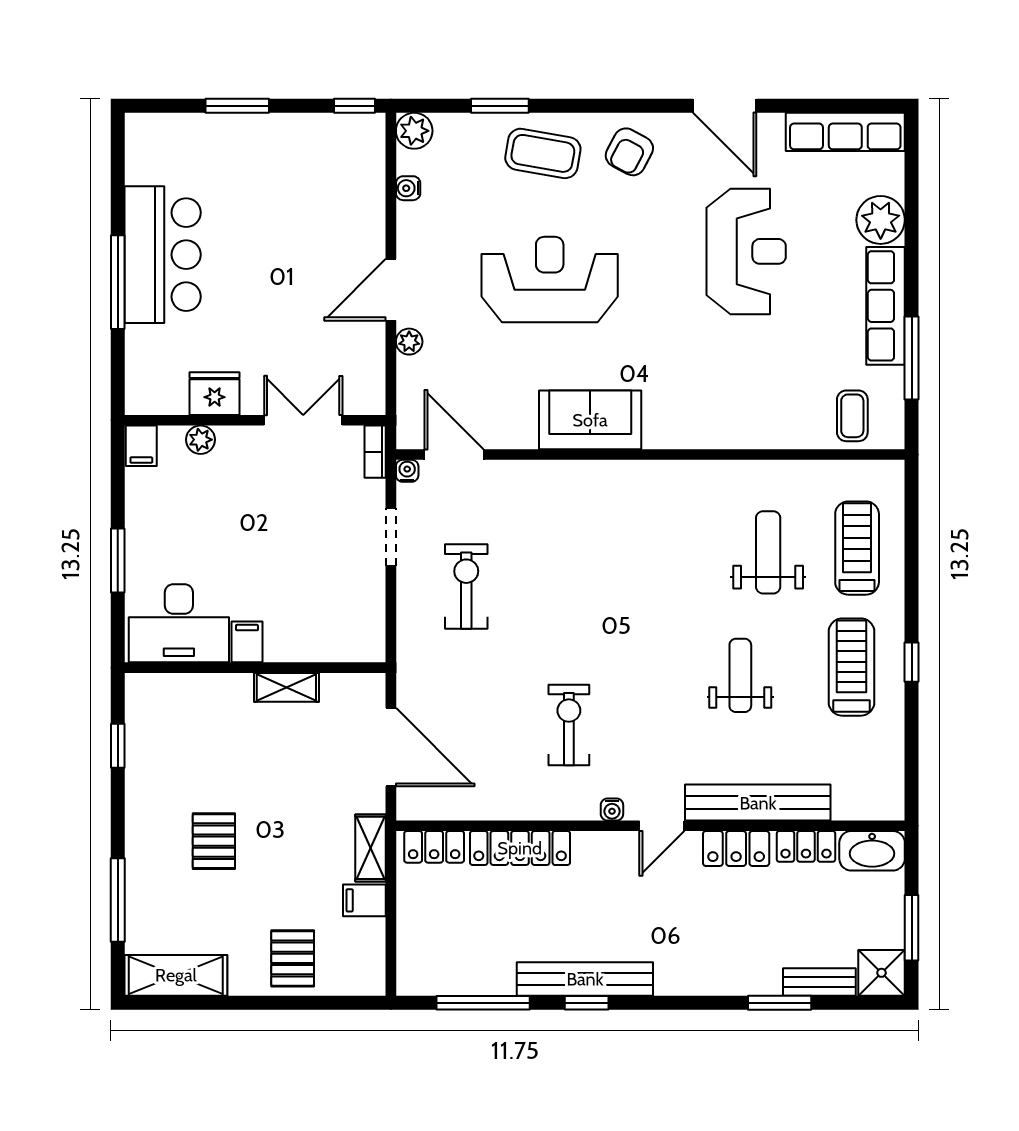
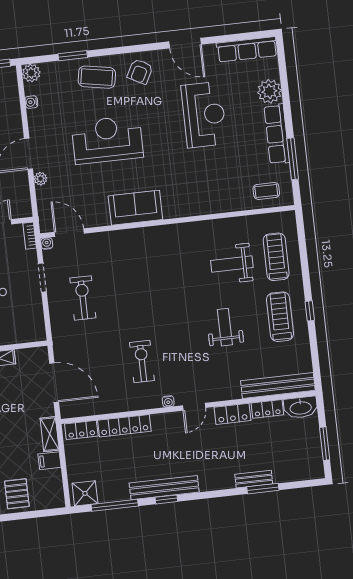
coffee table: (852, 416) -> (266, 191), turned 90
weight bench: (768, 552) -> (232, 264), turned -90
bench: (758, 803) -> (278, 386), moved
shower: (881, 973) -> (85, 493), moved
bench: (819, 982) -> (254, 479), moved

